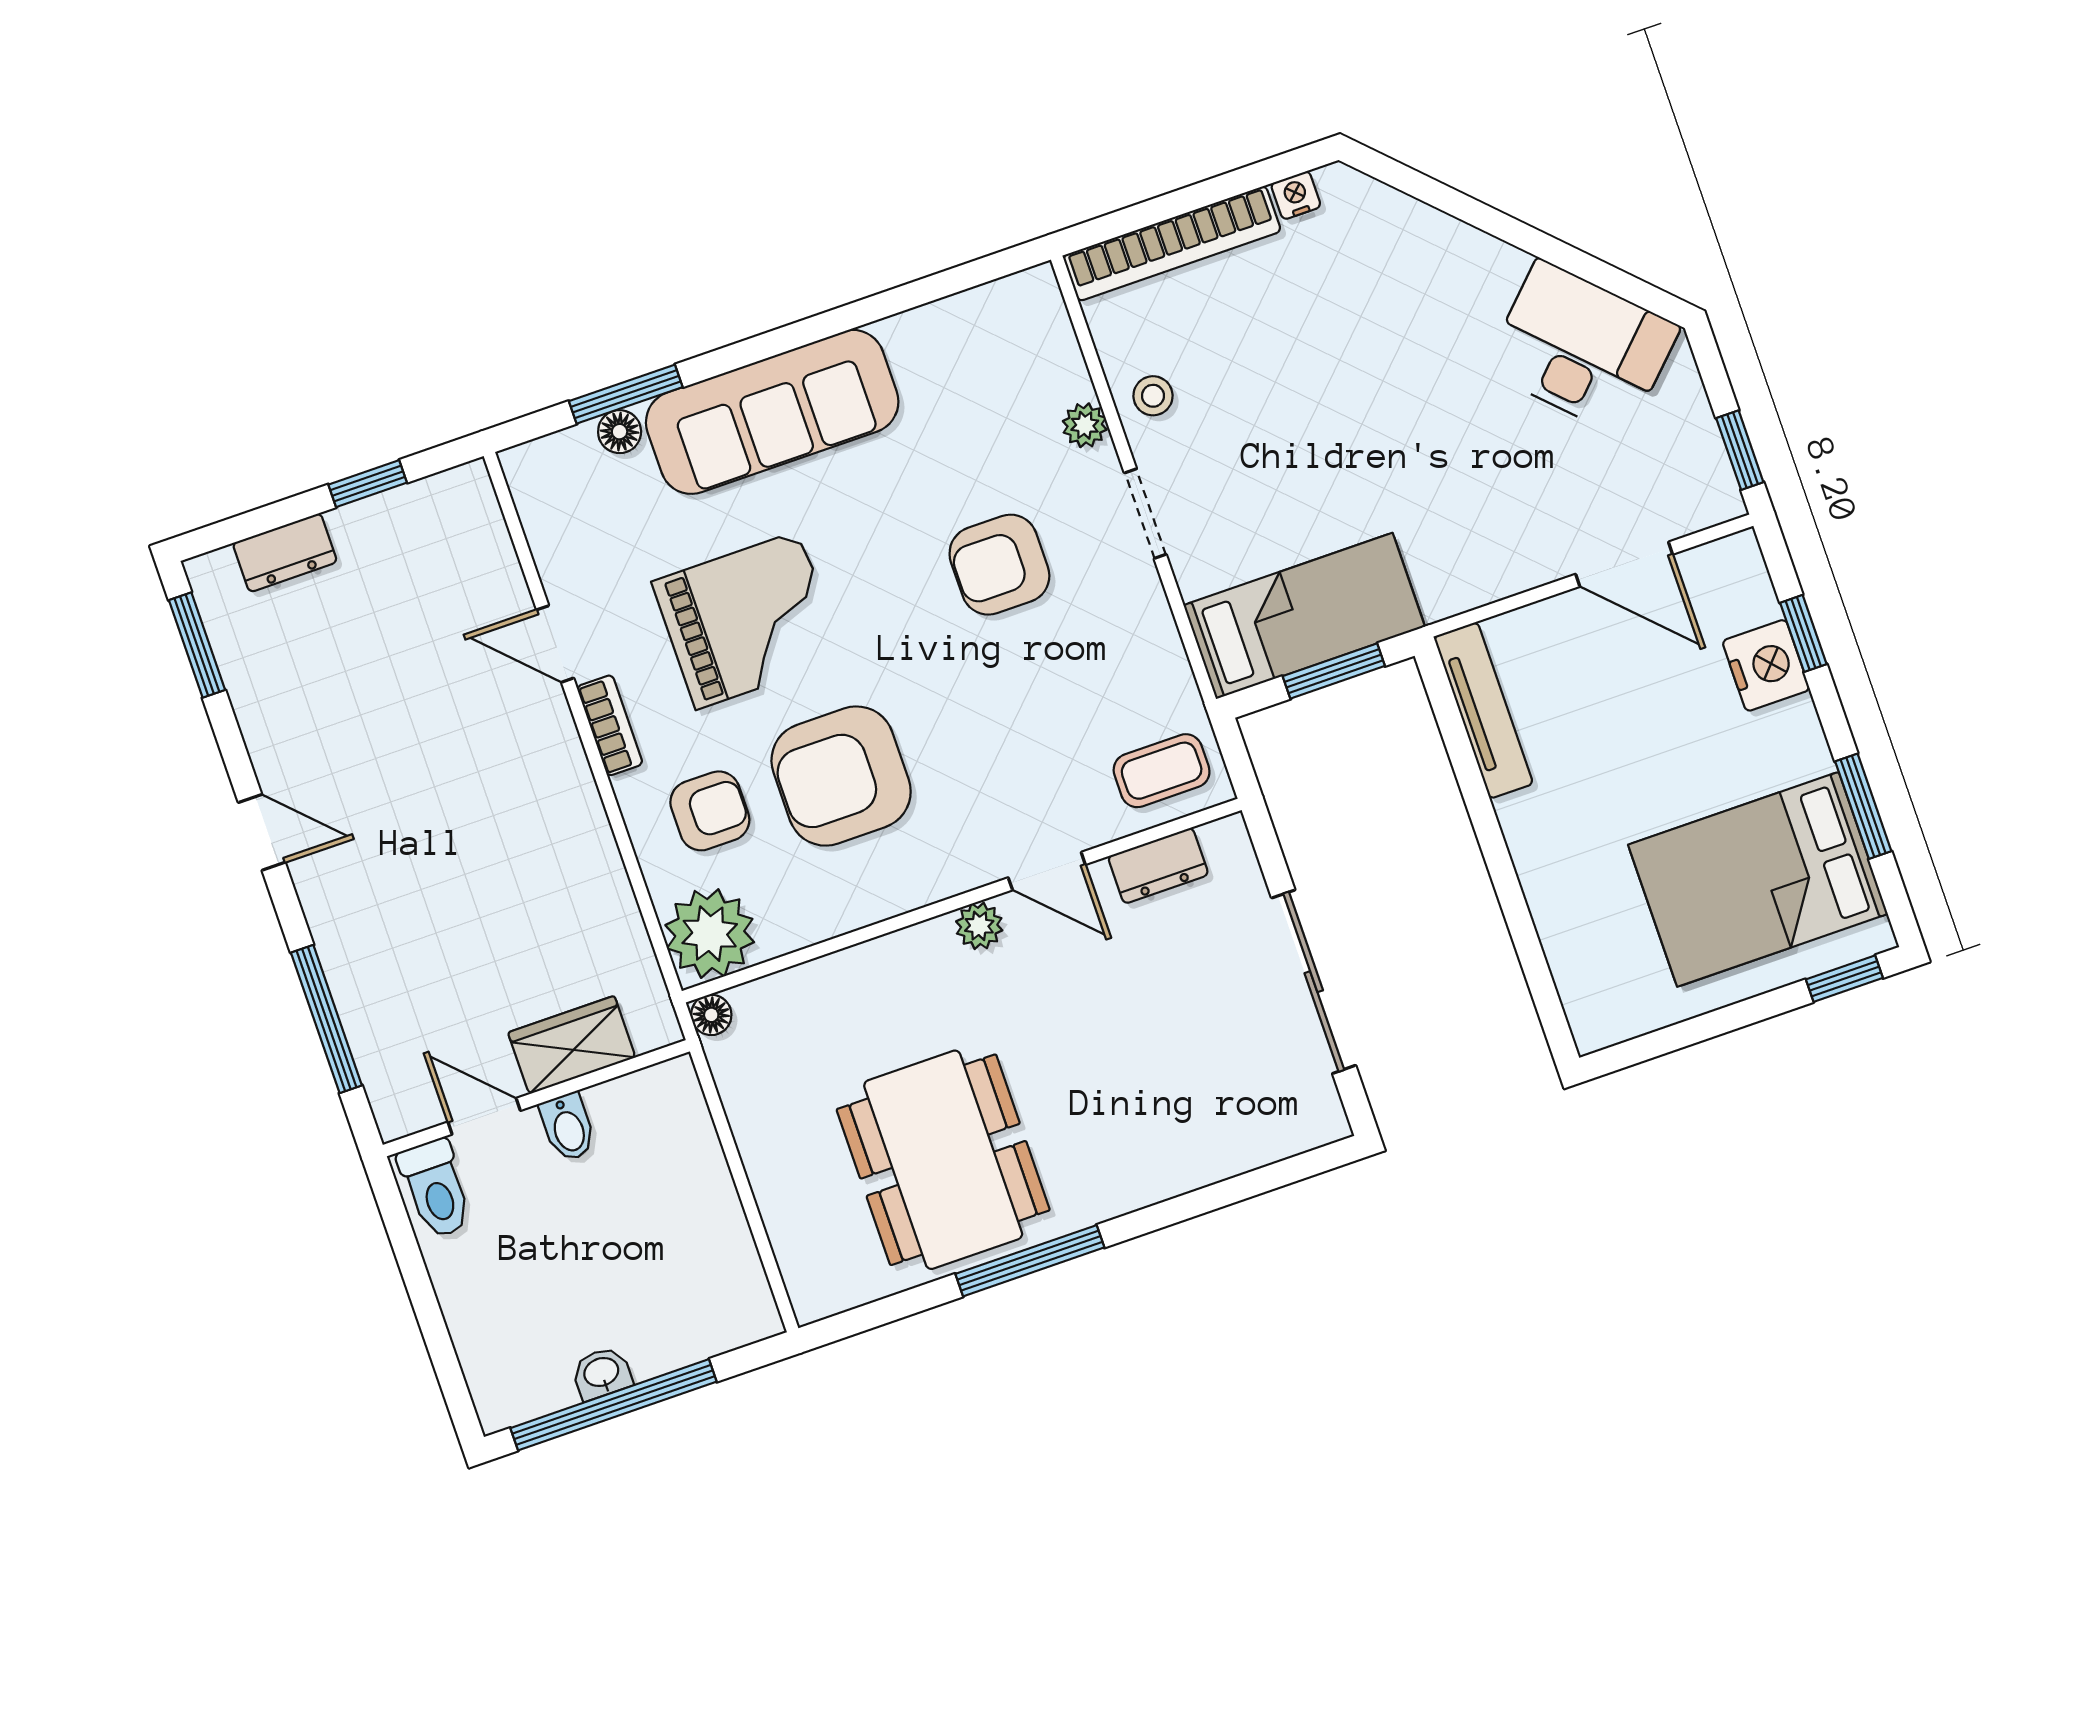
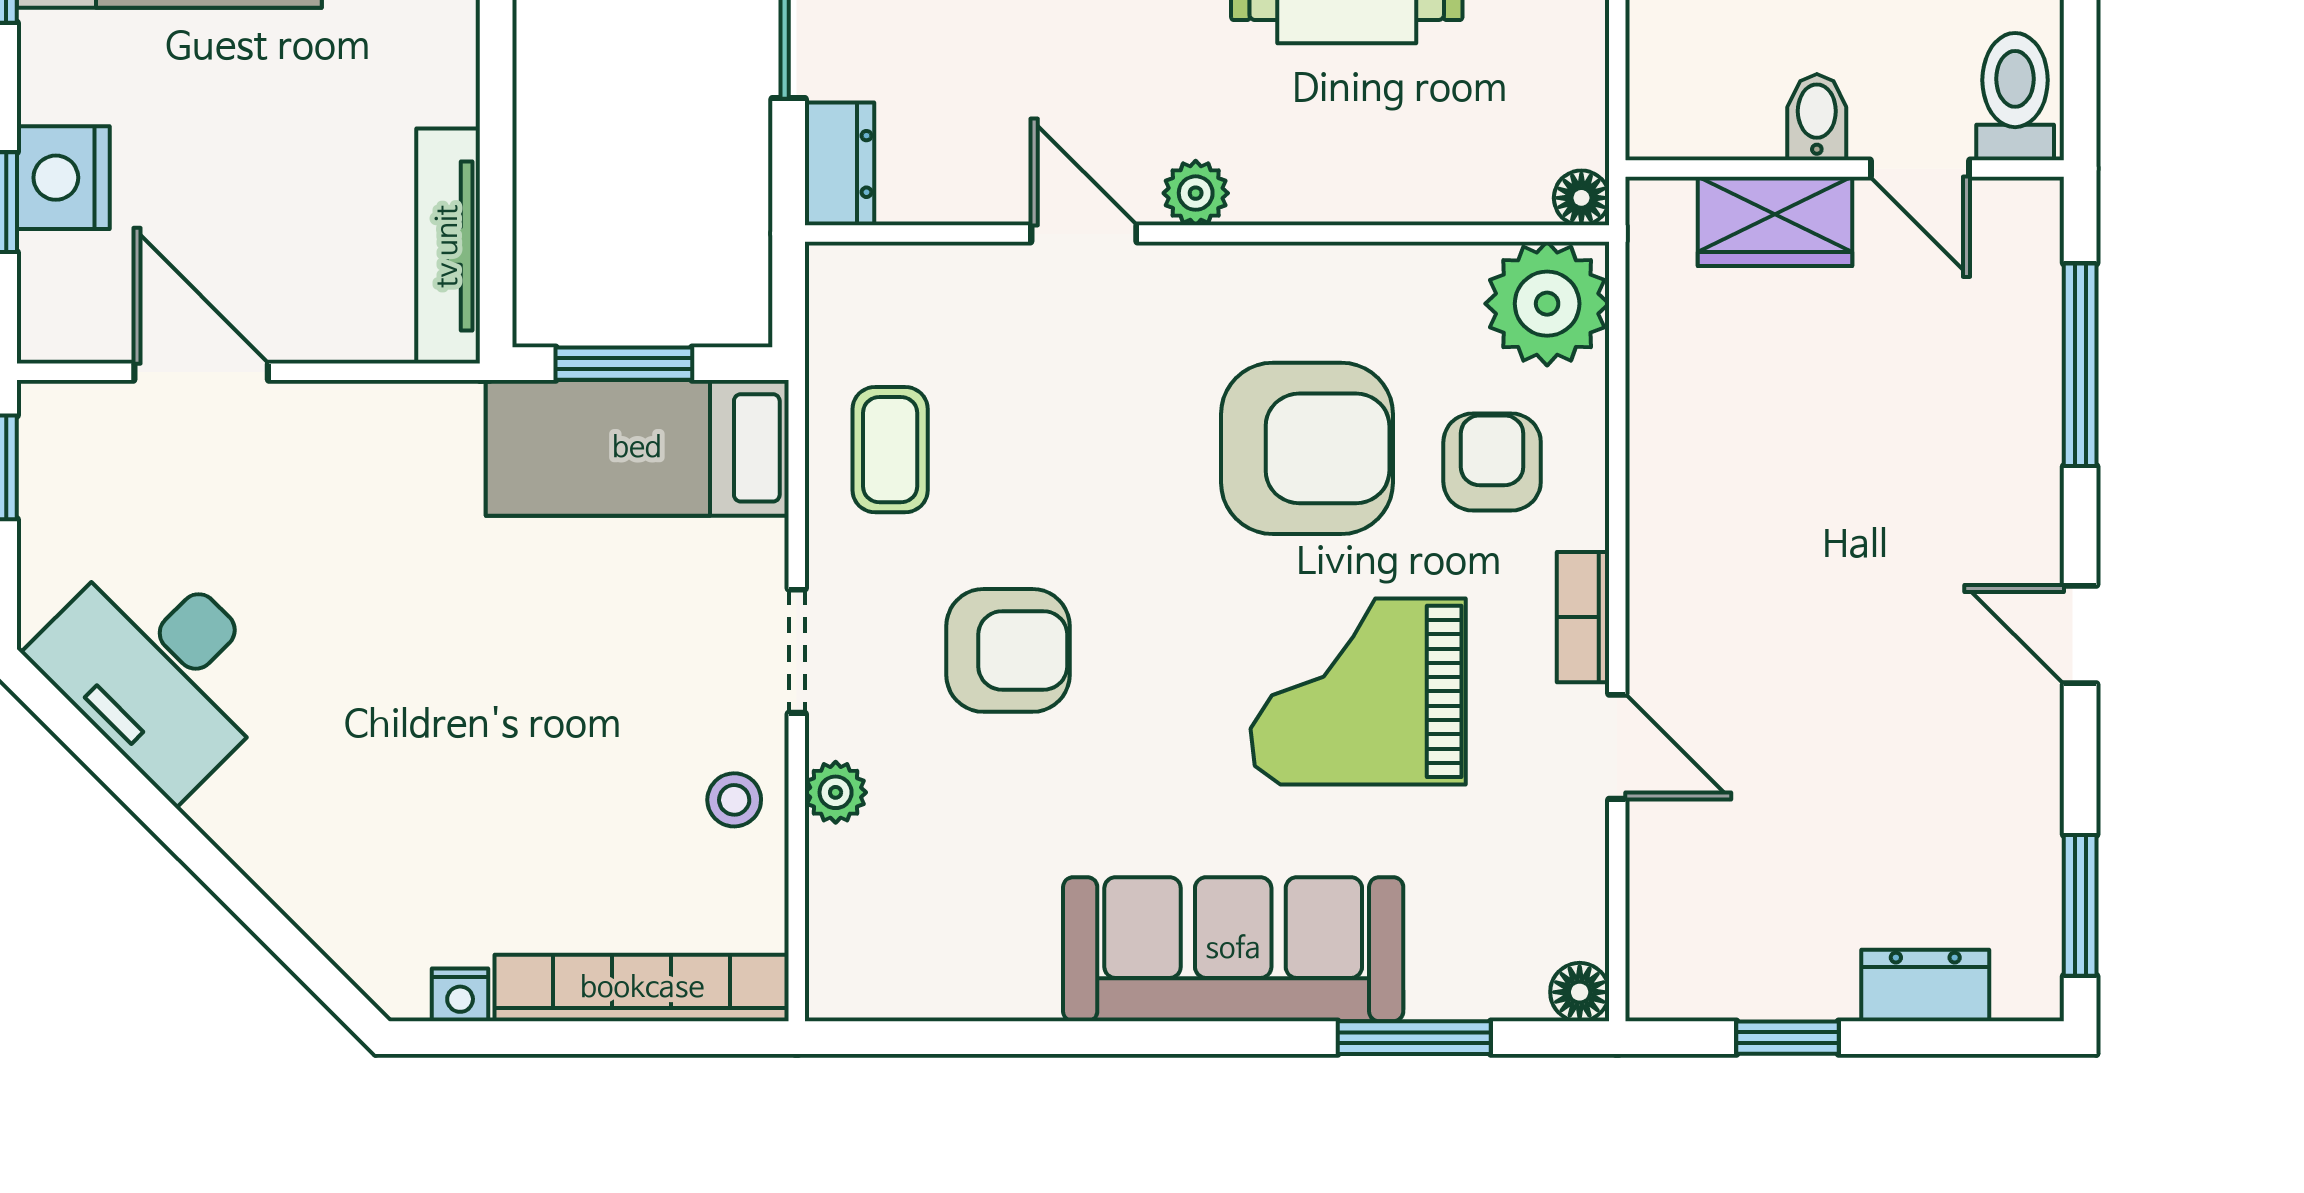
floor lamp: (620, 432) -> (1580, 992), moved
coffee table: (1162, 771) -> (890, 450), moved, turned 90
armchair: (710, 811) -> (1492, 462), turned 90
dresser: (1158, 866) -> (839, 164), moved, turned 90

